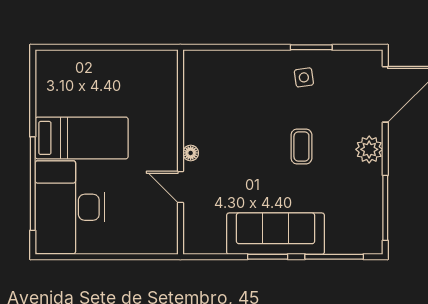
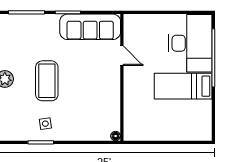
coffee table: (301, 146) -> (47, 81), width x1.86, depth x1.72
floor lamp: (191, 153) -> (116, 136), moved
sofa: (275, 234) -> (90, 27), moved

